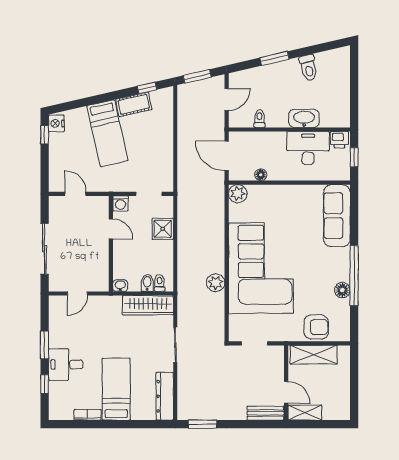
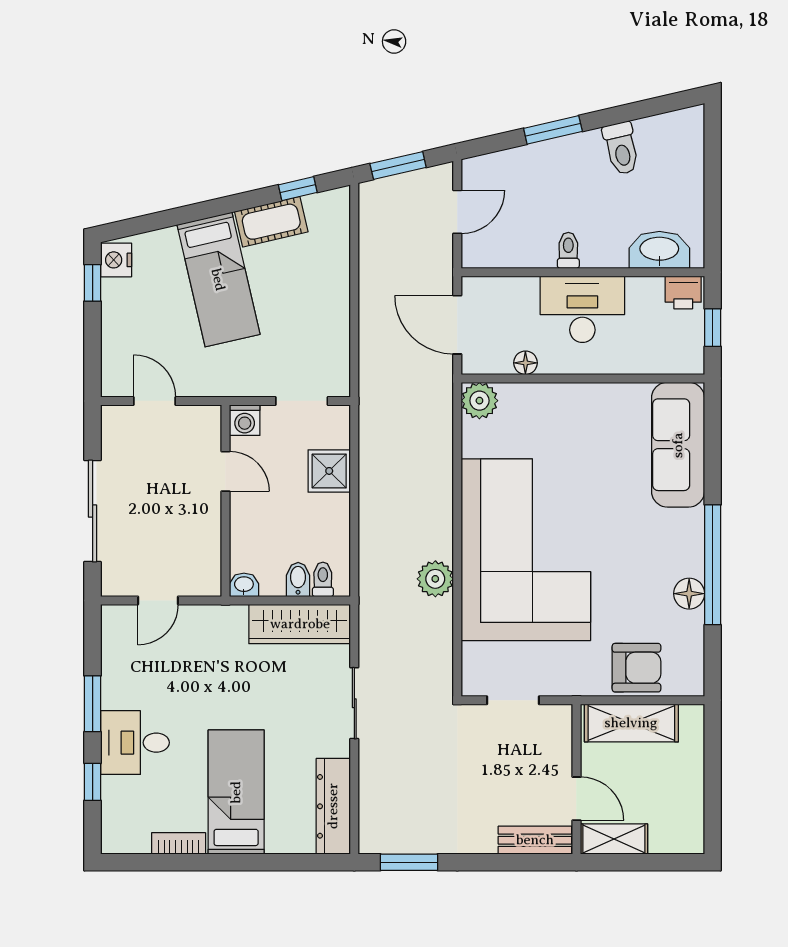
washbasin: (304, 118) -> (659, 250), moved
toilet: (260, 119) -> (568, 250), moved
desk: (308, 148) -> (582, 309), moved

